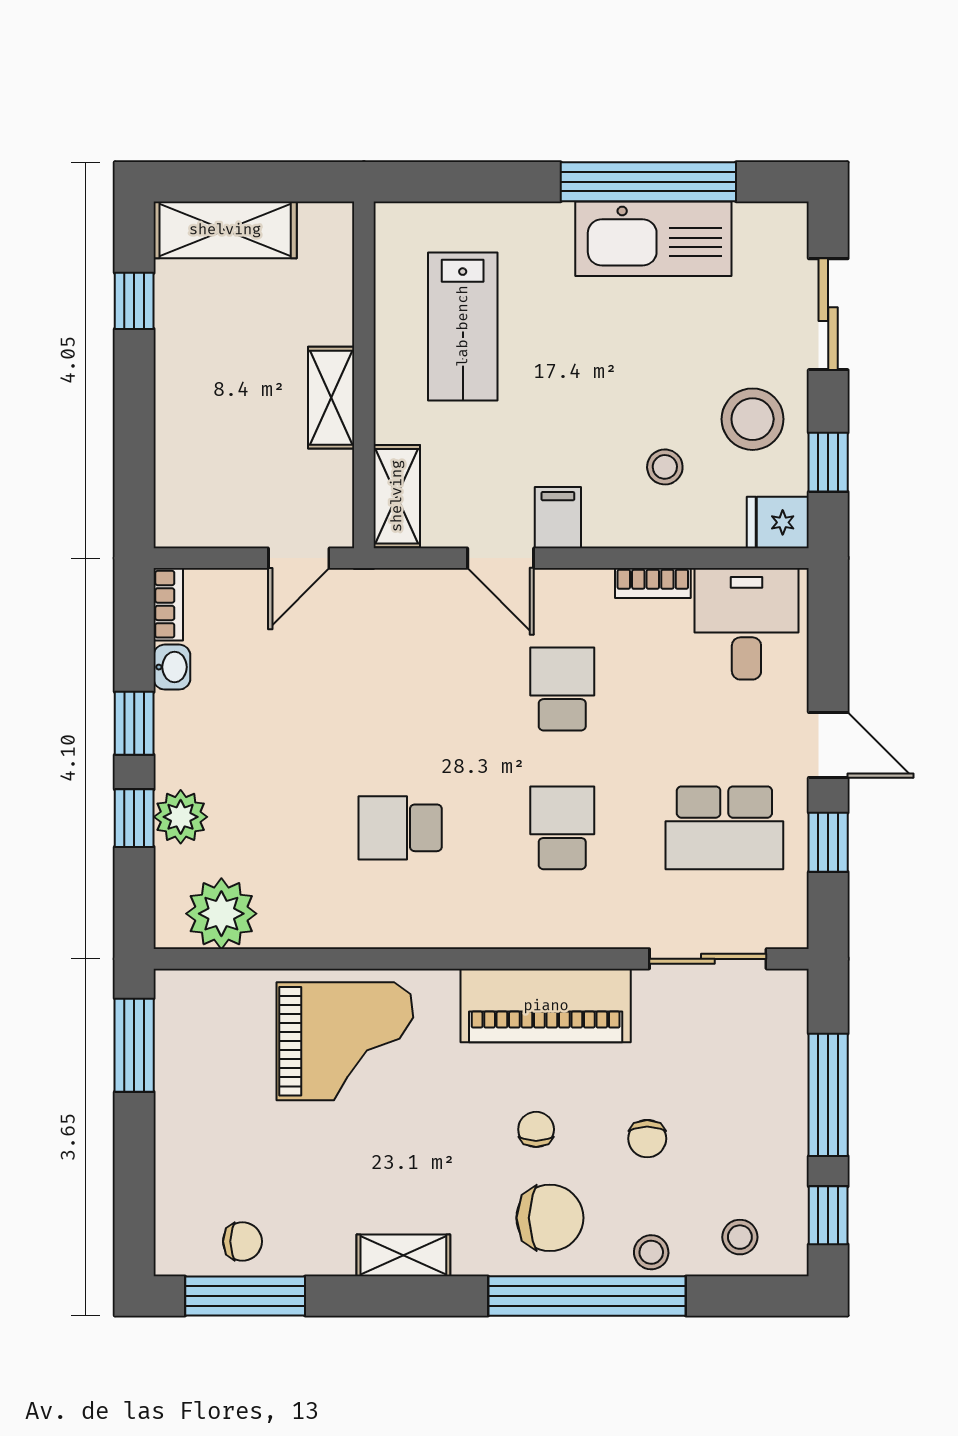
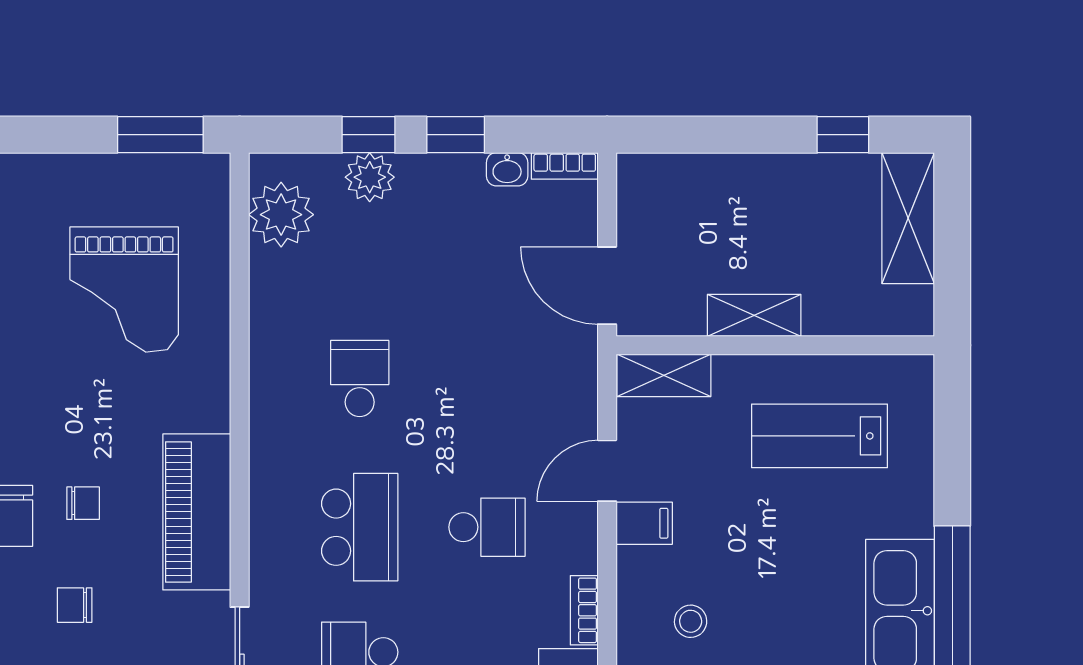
door: (299, 558) -> (607, 286), width x1.38
school desk: (562, 828) -> (360, 527), width x1.85
grand piano: (345, 1041) -> (124, 290), moved

